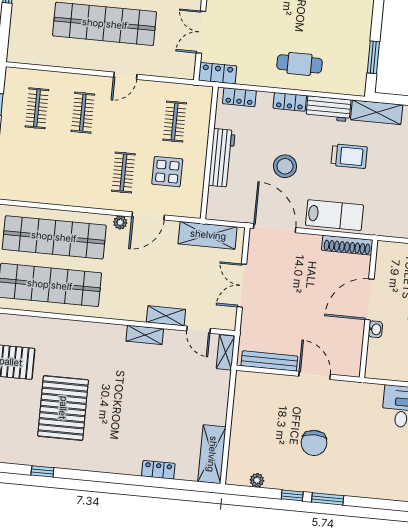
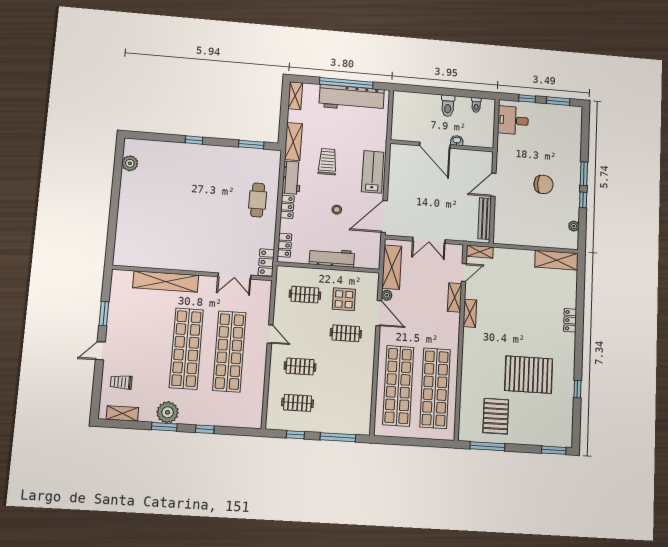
stool: (285, 166) -> (337, 210), width x0.53, depth x0.53
plant: (120, 222) -> (387, 295), moved
shoe rack: (347, 245) -> (395, 162), removed
locker: (158, 470) -> (570, 320), moved

